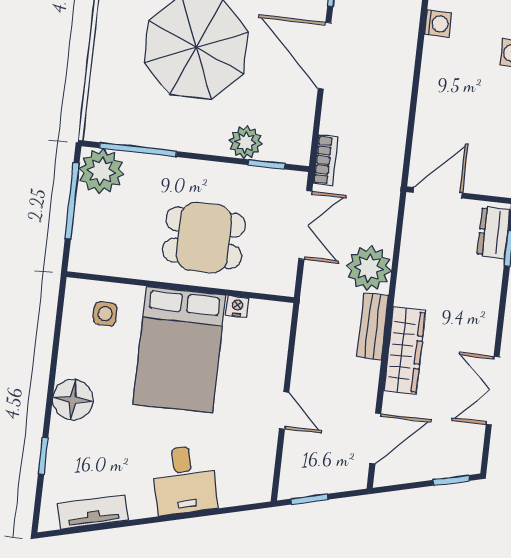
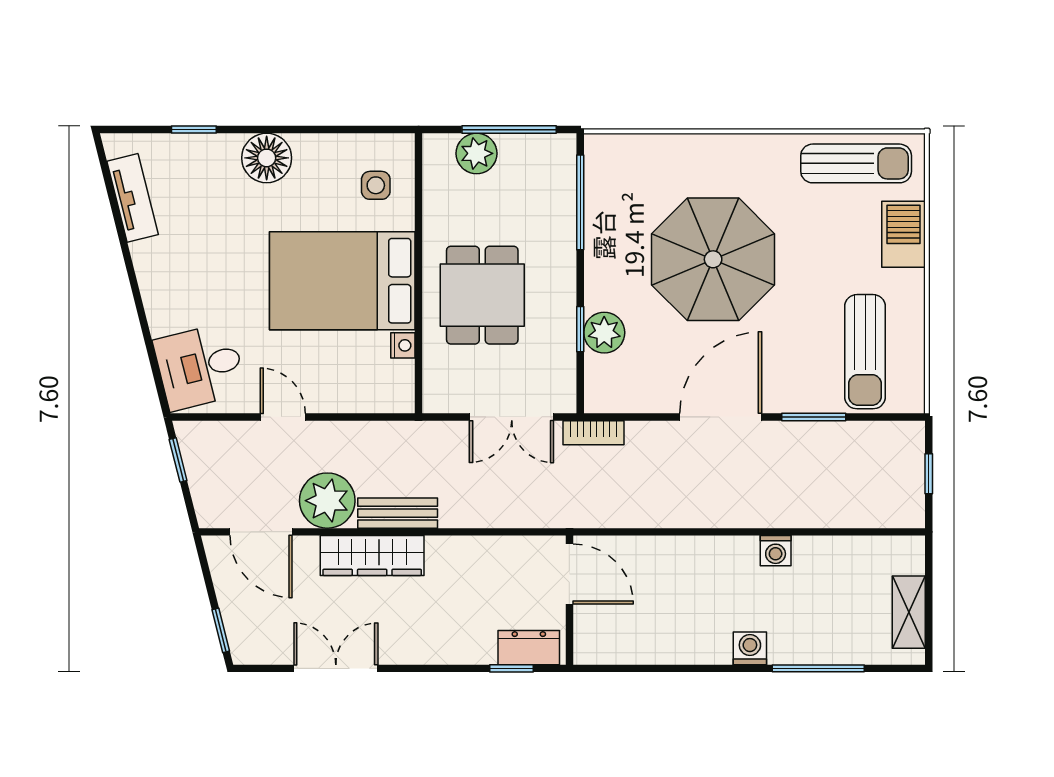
window: (267, 164) -> (580, 329), moved
plant: (101, 171) -> (477, 153), moved, width x0.73, depth x0.73
plant: (369, 268) -> (327, 501), moved
door: (284, 410) -> (283, 417), swing flipped
desk: (184, 480) -> (200, 367), moved

